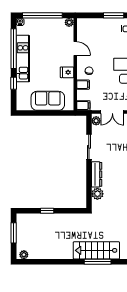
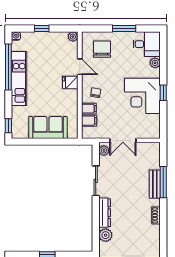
window: (42, 15) -> (42, 29), width x0.32
chair: (94, 33) -> (102, 49), added
fridge: (67, 72) -> (70, 82), moved
window: (14, 83) -> (8, 126), moved
filing cabinet: (83, 105) -> (89, 121), moved

